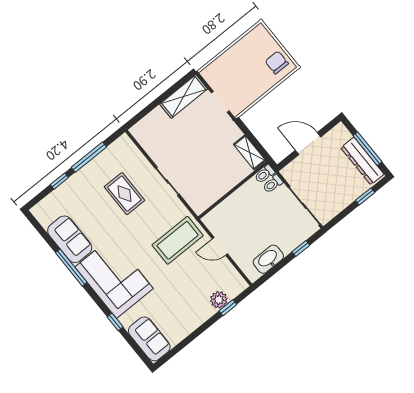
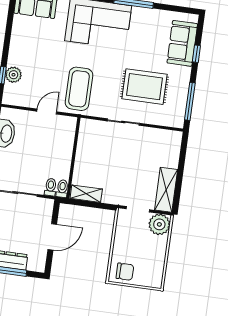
plant: (215, 74) -> (159, 224), added
window: (89, 157) -> (190, 101), moved
rug: (124, 194) -> (144, 87), width x1.36, depth x1.43
sofa: (70, 239) -> (182, 43), moved, turned 90

